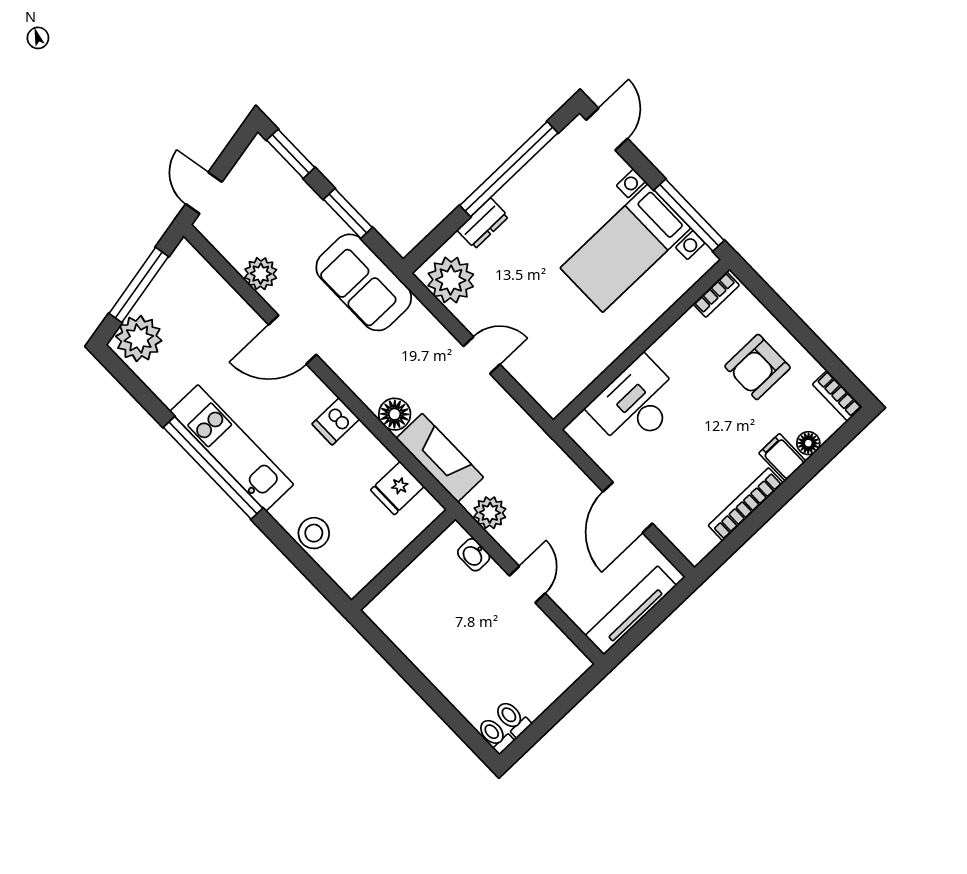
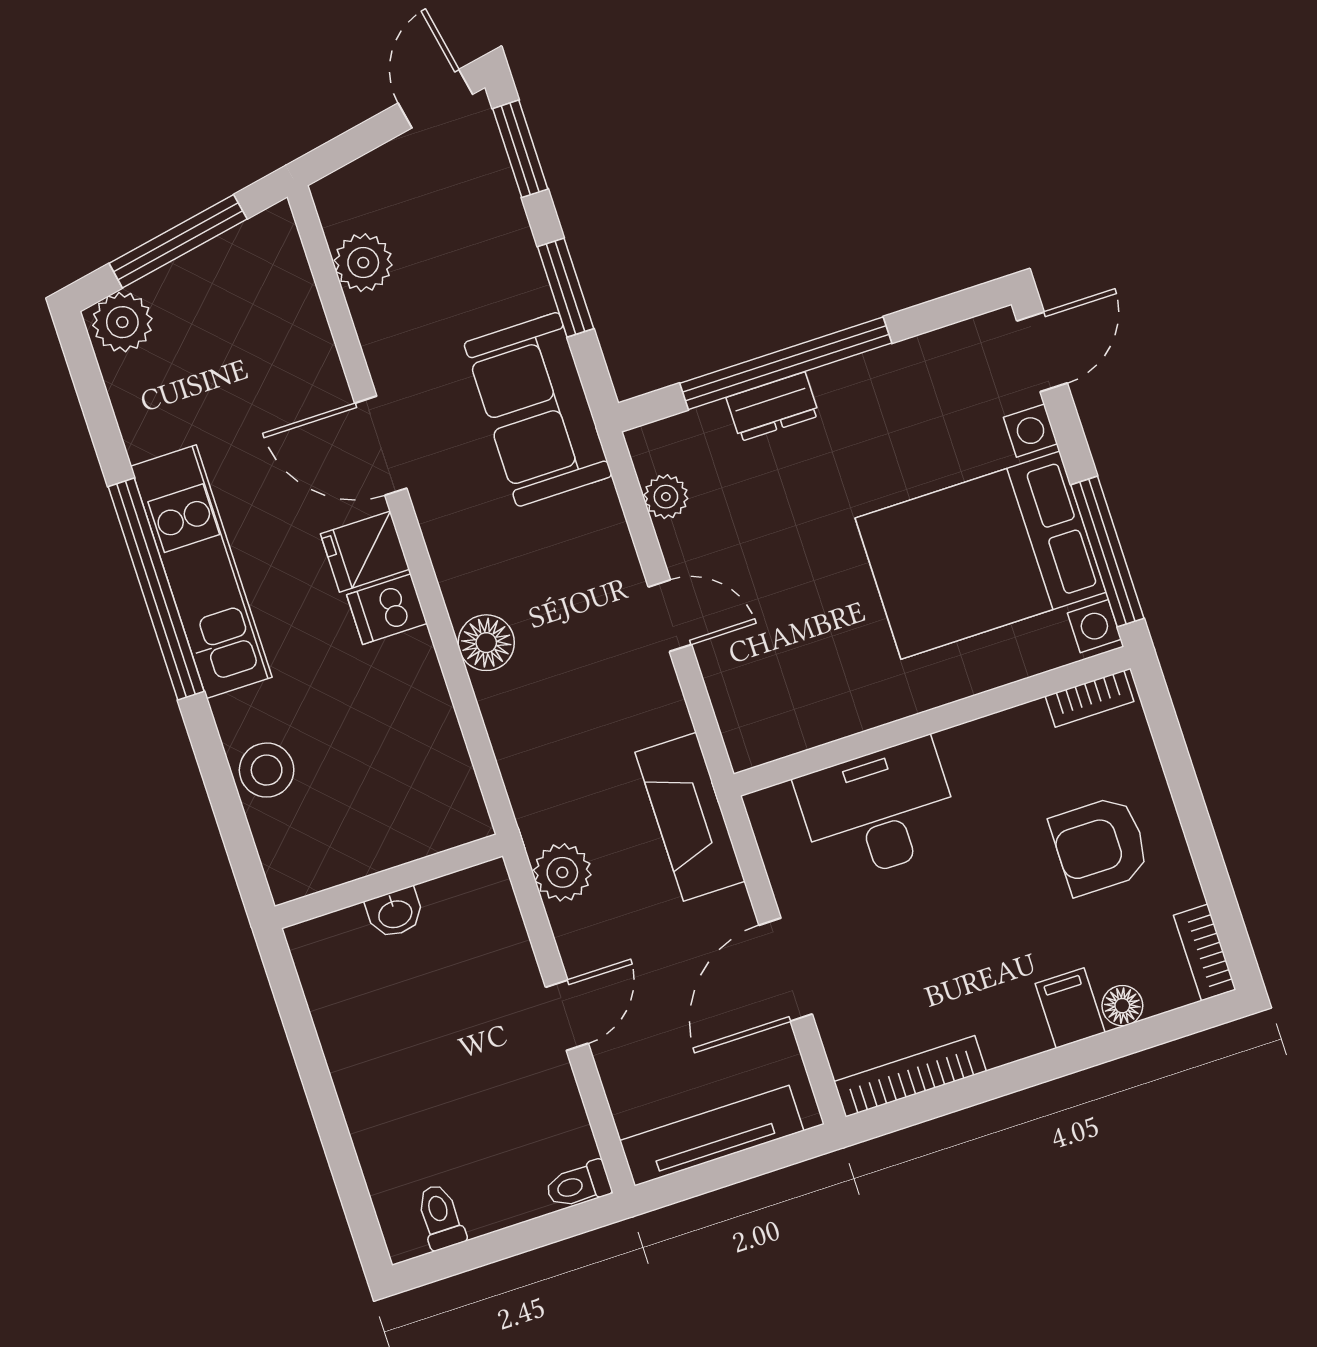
window: (509, 169) -> (786, 363), moved
door: (204, 193) -> (435, 99), moved
bed with nightstands: (625, 248) -> (981, 555), width x1.36
plant: (261, 274) -> (363, 263), moved
plant: (451, 280) -> (666, 497), width x0.53, depth x0.53
plant: (139, 338) -> (122, 322), width x0.73, depth x0.73
fireplace: (440, 458) -> (690, 817), moved, turned 180
fridge: (397, 488) -> (365, 552), moved
bookcase: (746, 504) -> (910, 1076), moved
washbasin: (474, 555) -> (395, 913), moved, turned -90
toilet: (495, 735) -> (578, 1185), moved, turned -90

